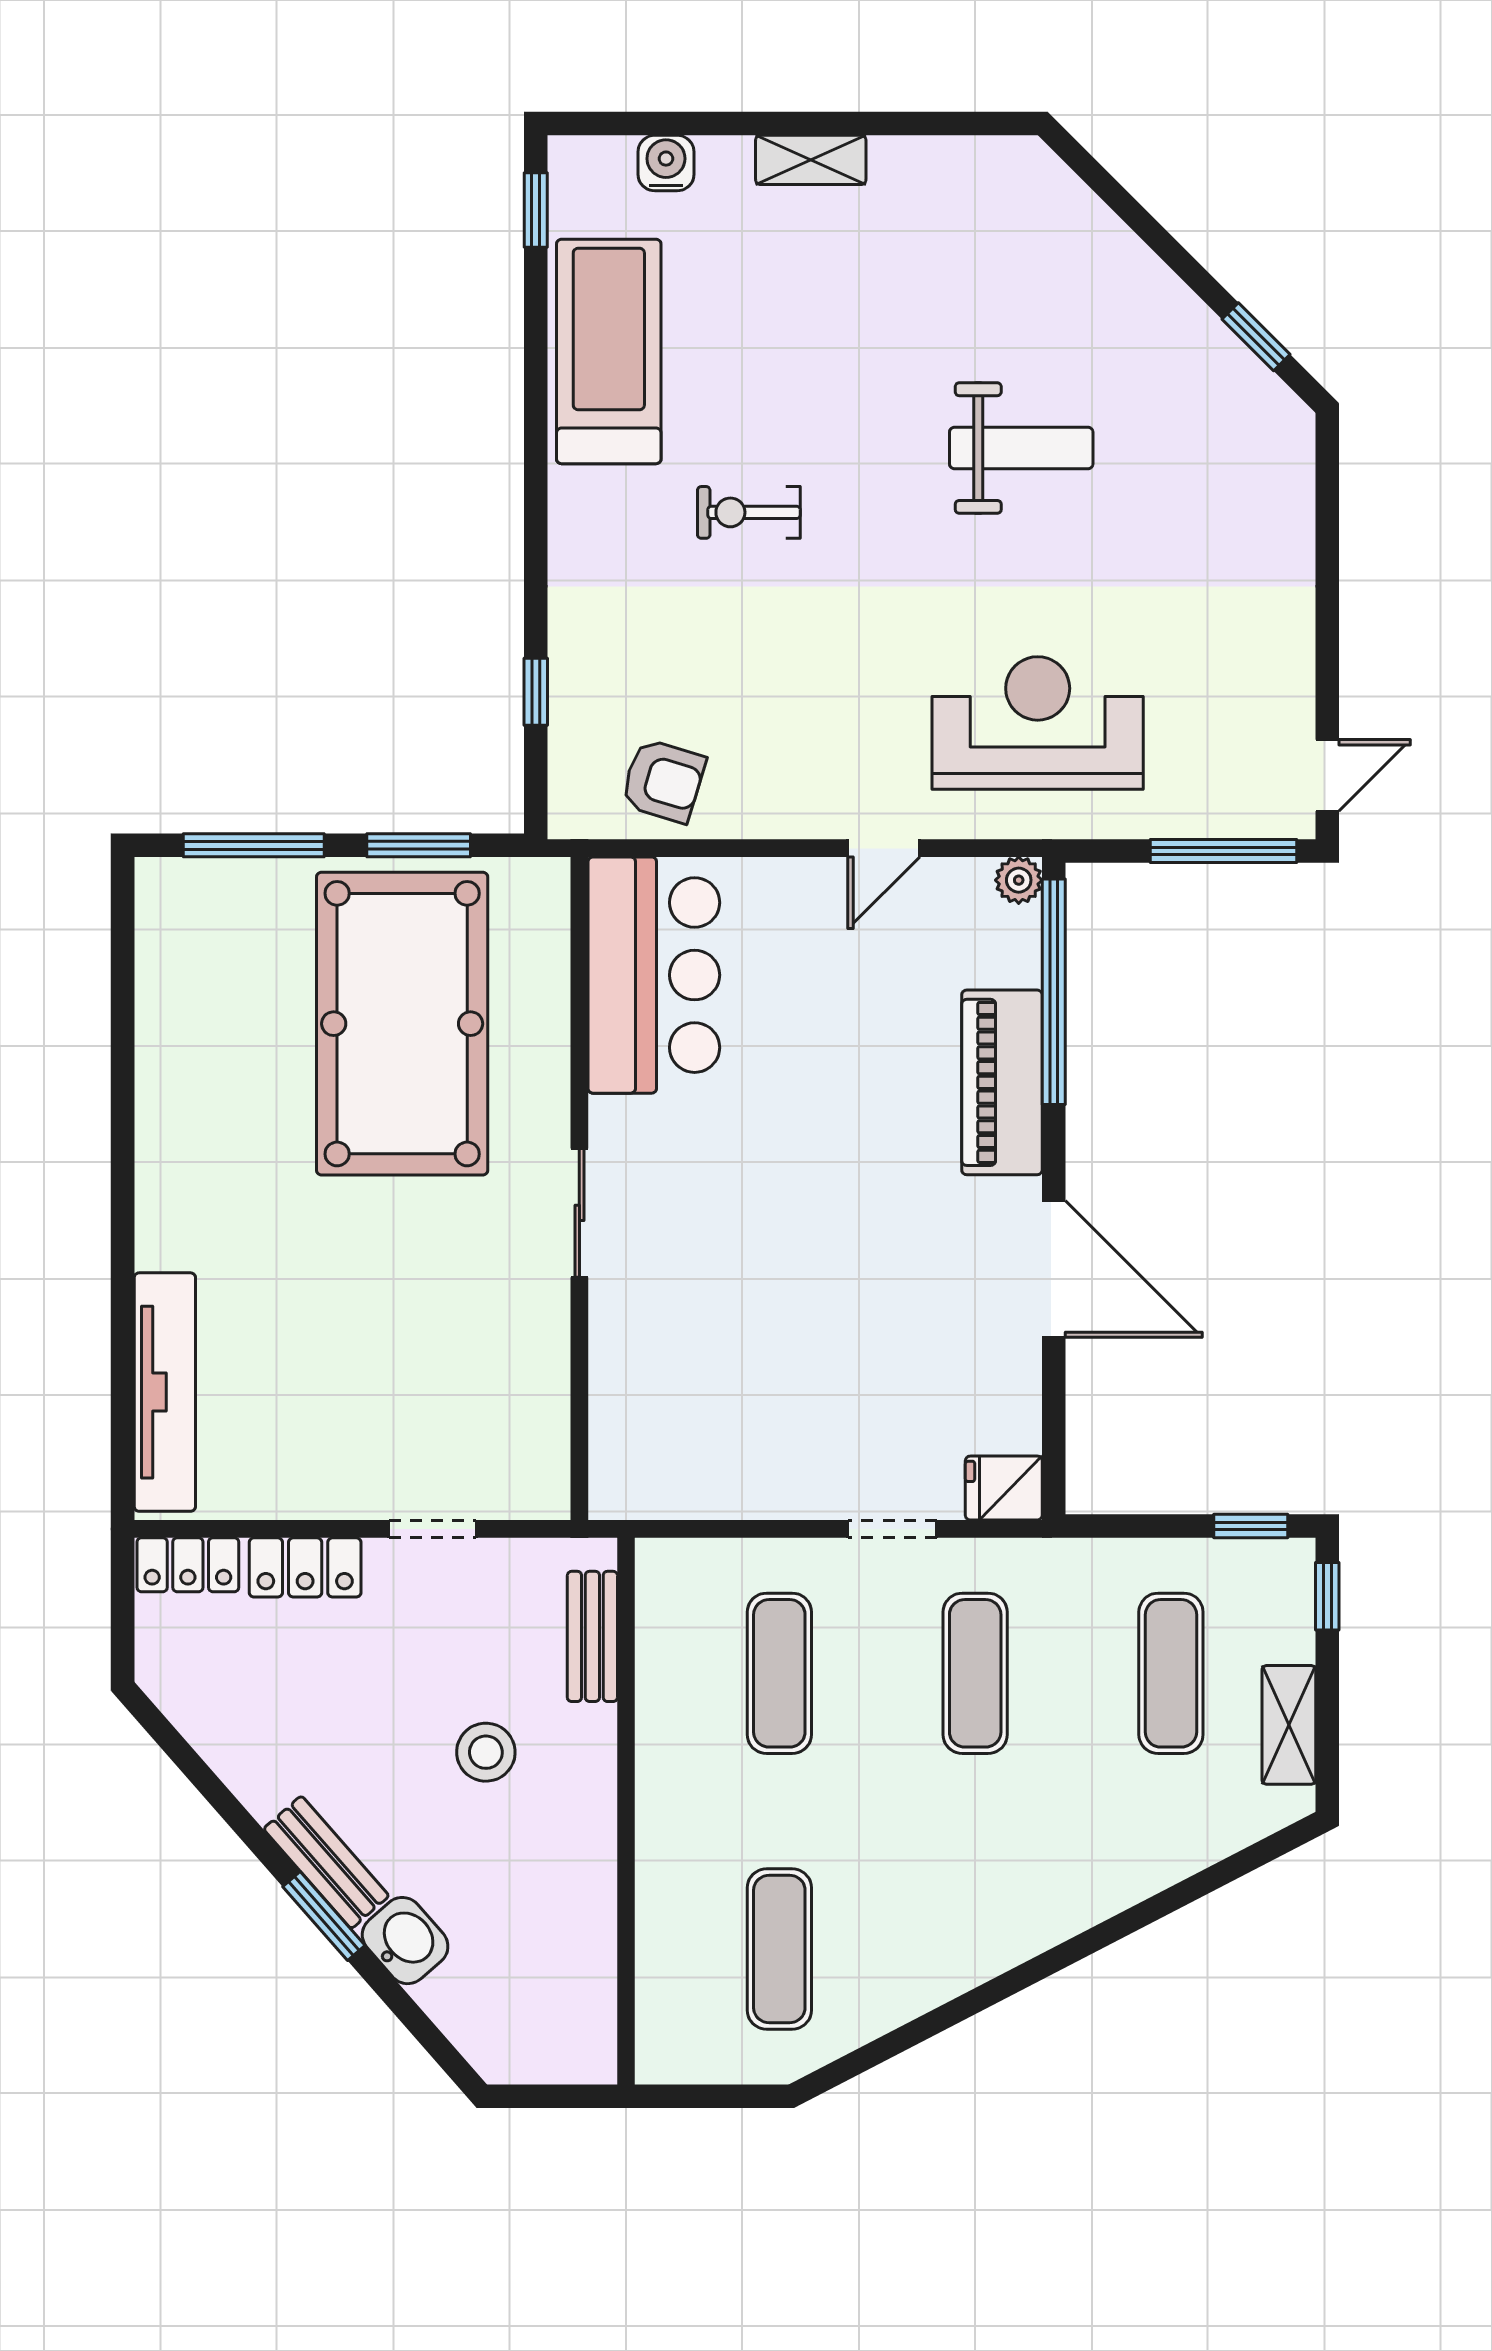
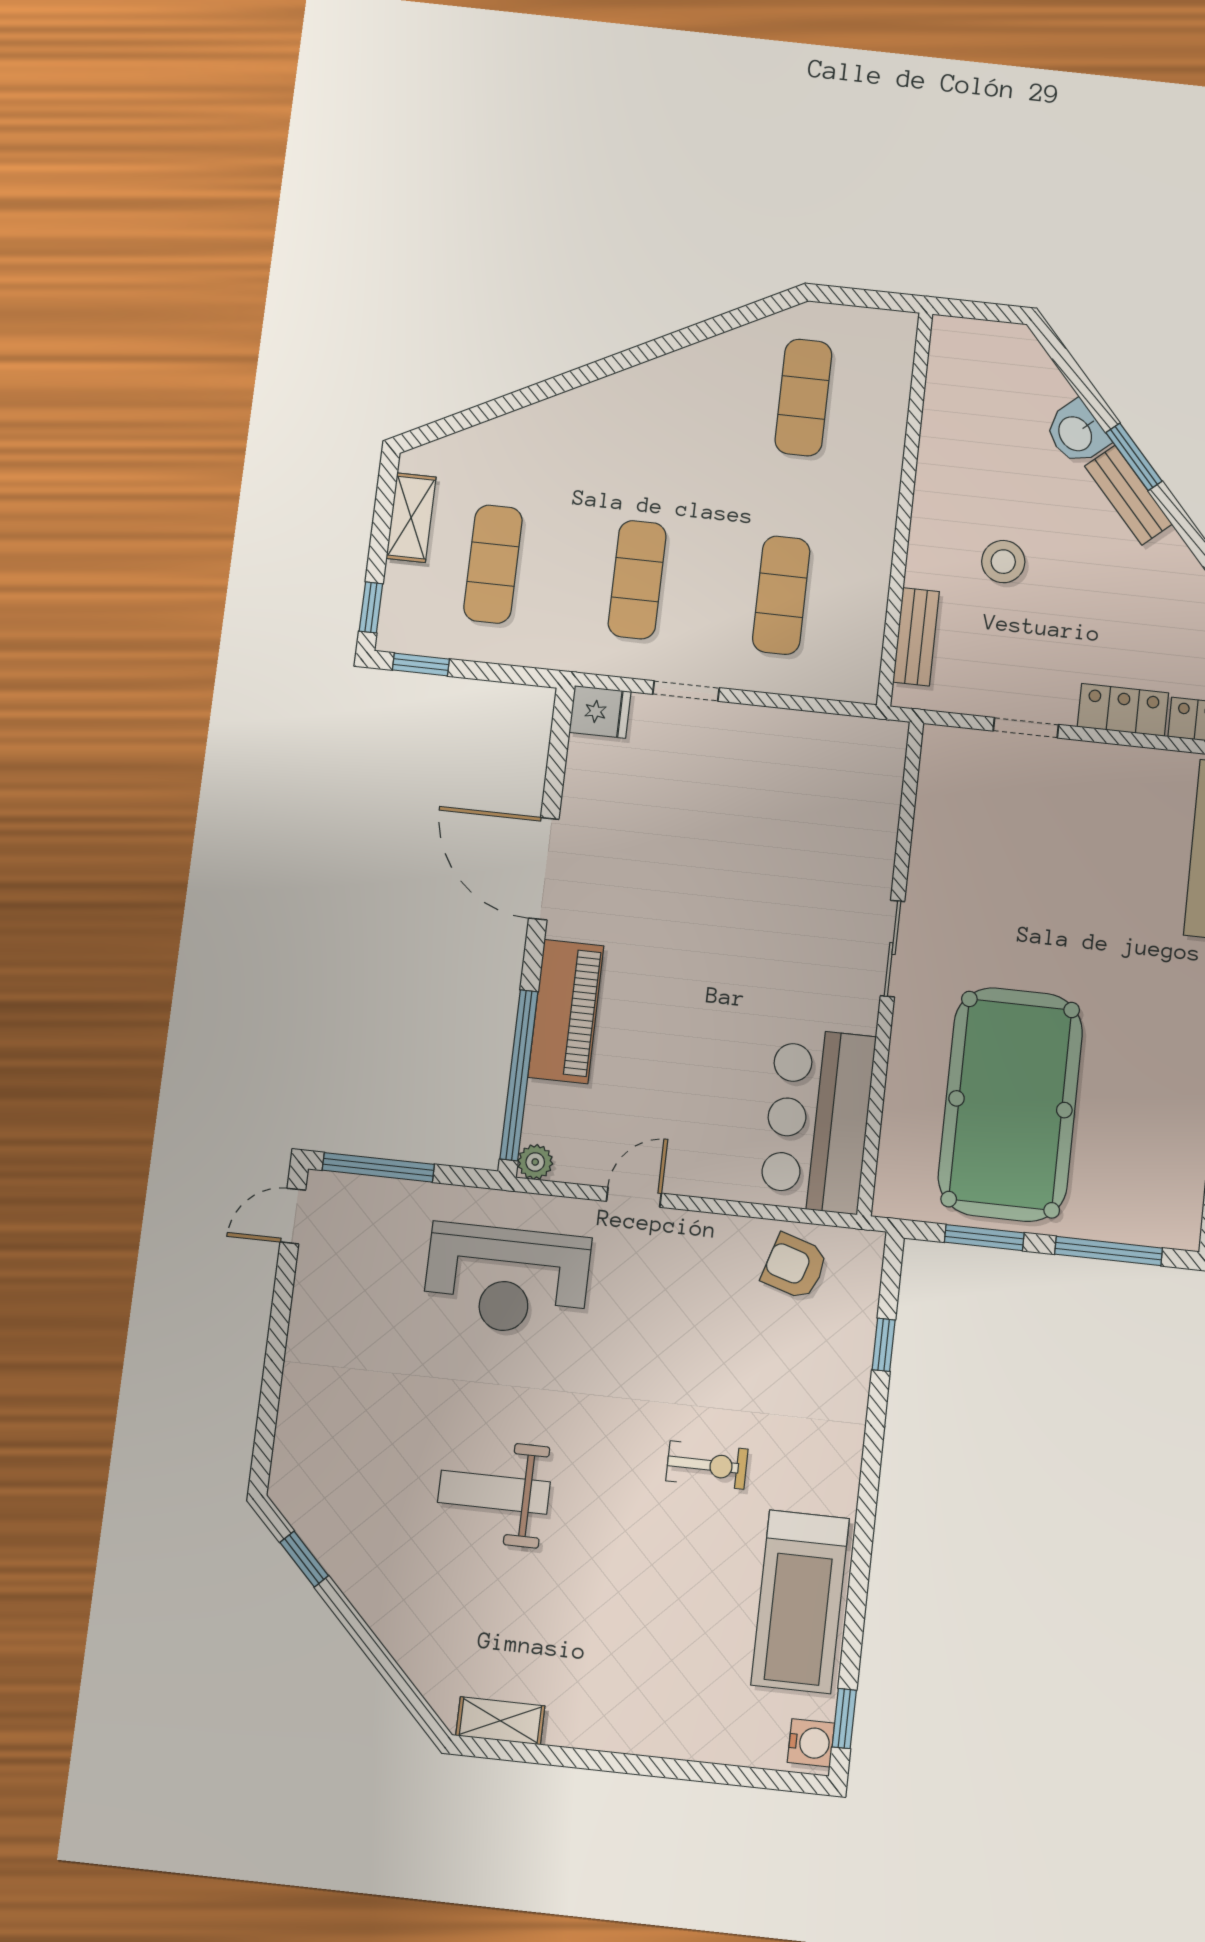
shelving: (811, 160) -> (500, 1721), moved
water cooler: (666, 163) -> (811, 1743), moved, turned -90

